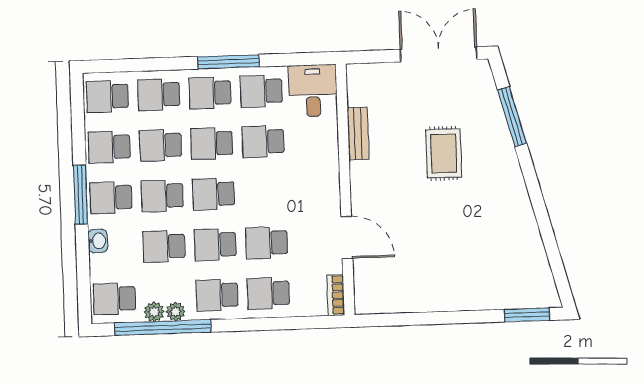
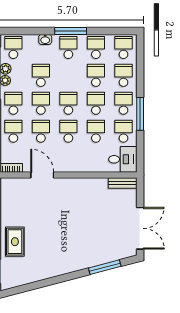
bench: (358, 133) -> (123, 183), moved
rug: (444, 153) -> (15, 242), moved, turned 90
school desk: (162, 196) -> (68, 131), moved
door: (347, 237) -> (42, 175), swing flipped

